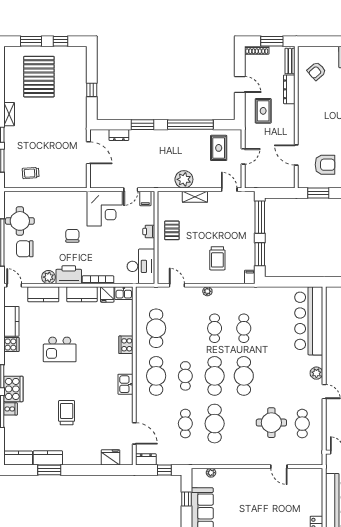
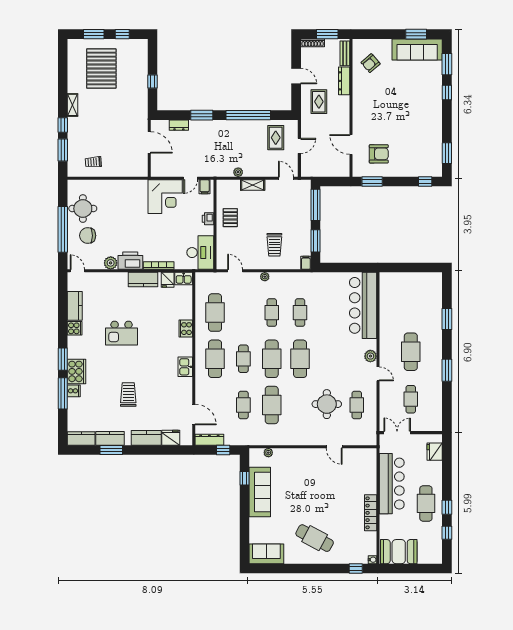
plant: (184, 179) -> (238, 172), width x0.53, depth x0.53
chair: (72, 236) -> (134, 223), removed
kitchen counter: (43, 294) -> (146, 438), moved, turned 180
dresser: (146, 459) -> (209, 440), width x1.44

